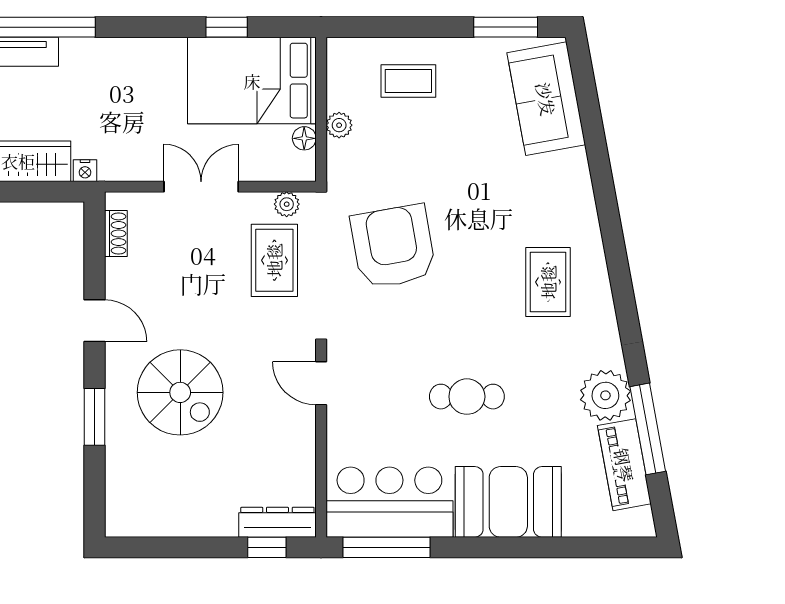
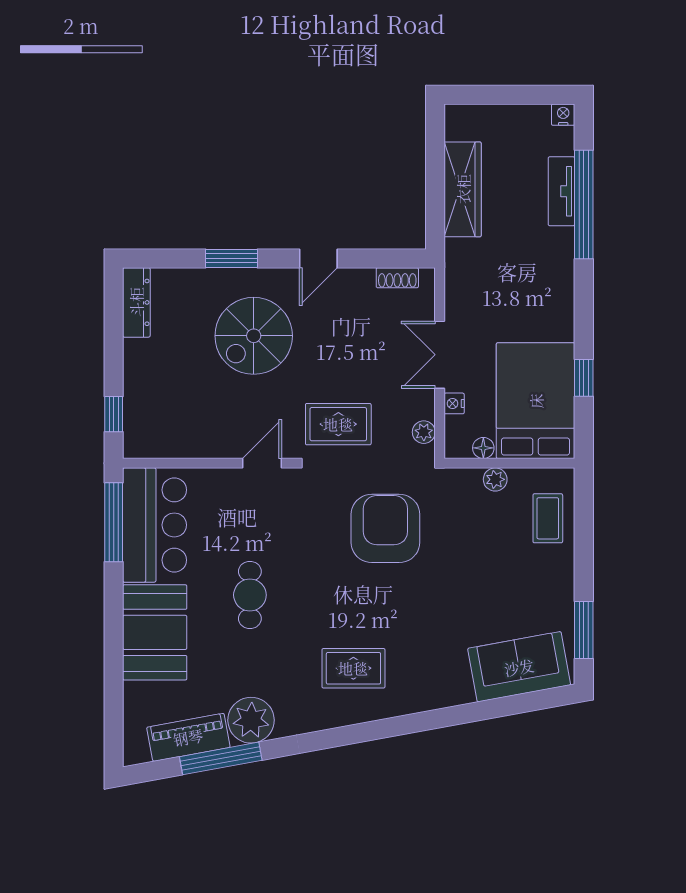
coffee table: (408, 81) -> (548, 518), moved
nightstand: (85, 171) -> (454, 403), moved
double door: (201, 187) -> (440, 355), swing flipped
armchair: (393, 247) -> (385, 528), turned -80
rug: (274, 260) -> (338, 424), moved
dresser: (277, 522) -> (136, 302), moved

